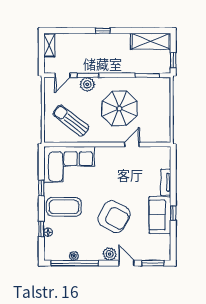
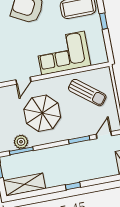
plant: (87, 84) -> (21, 142), moved
corner sofa: (69, 164) -> (63, 53), moved

